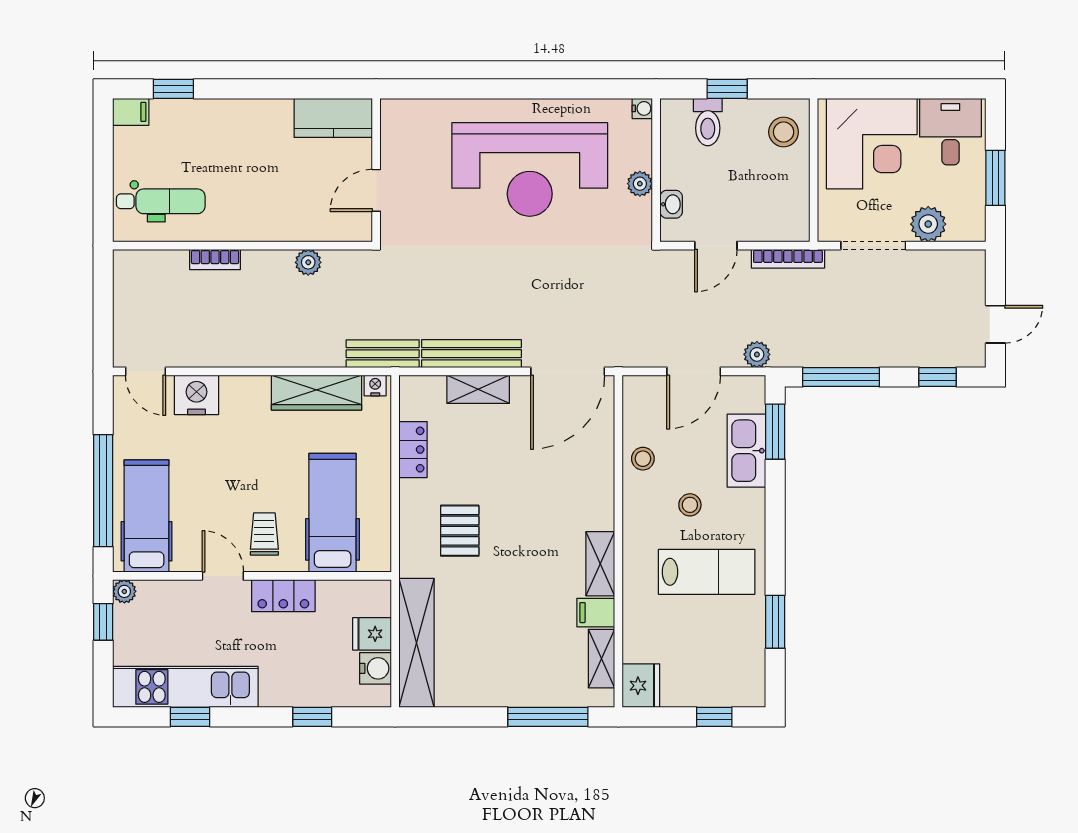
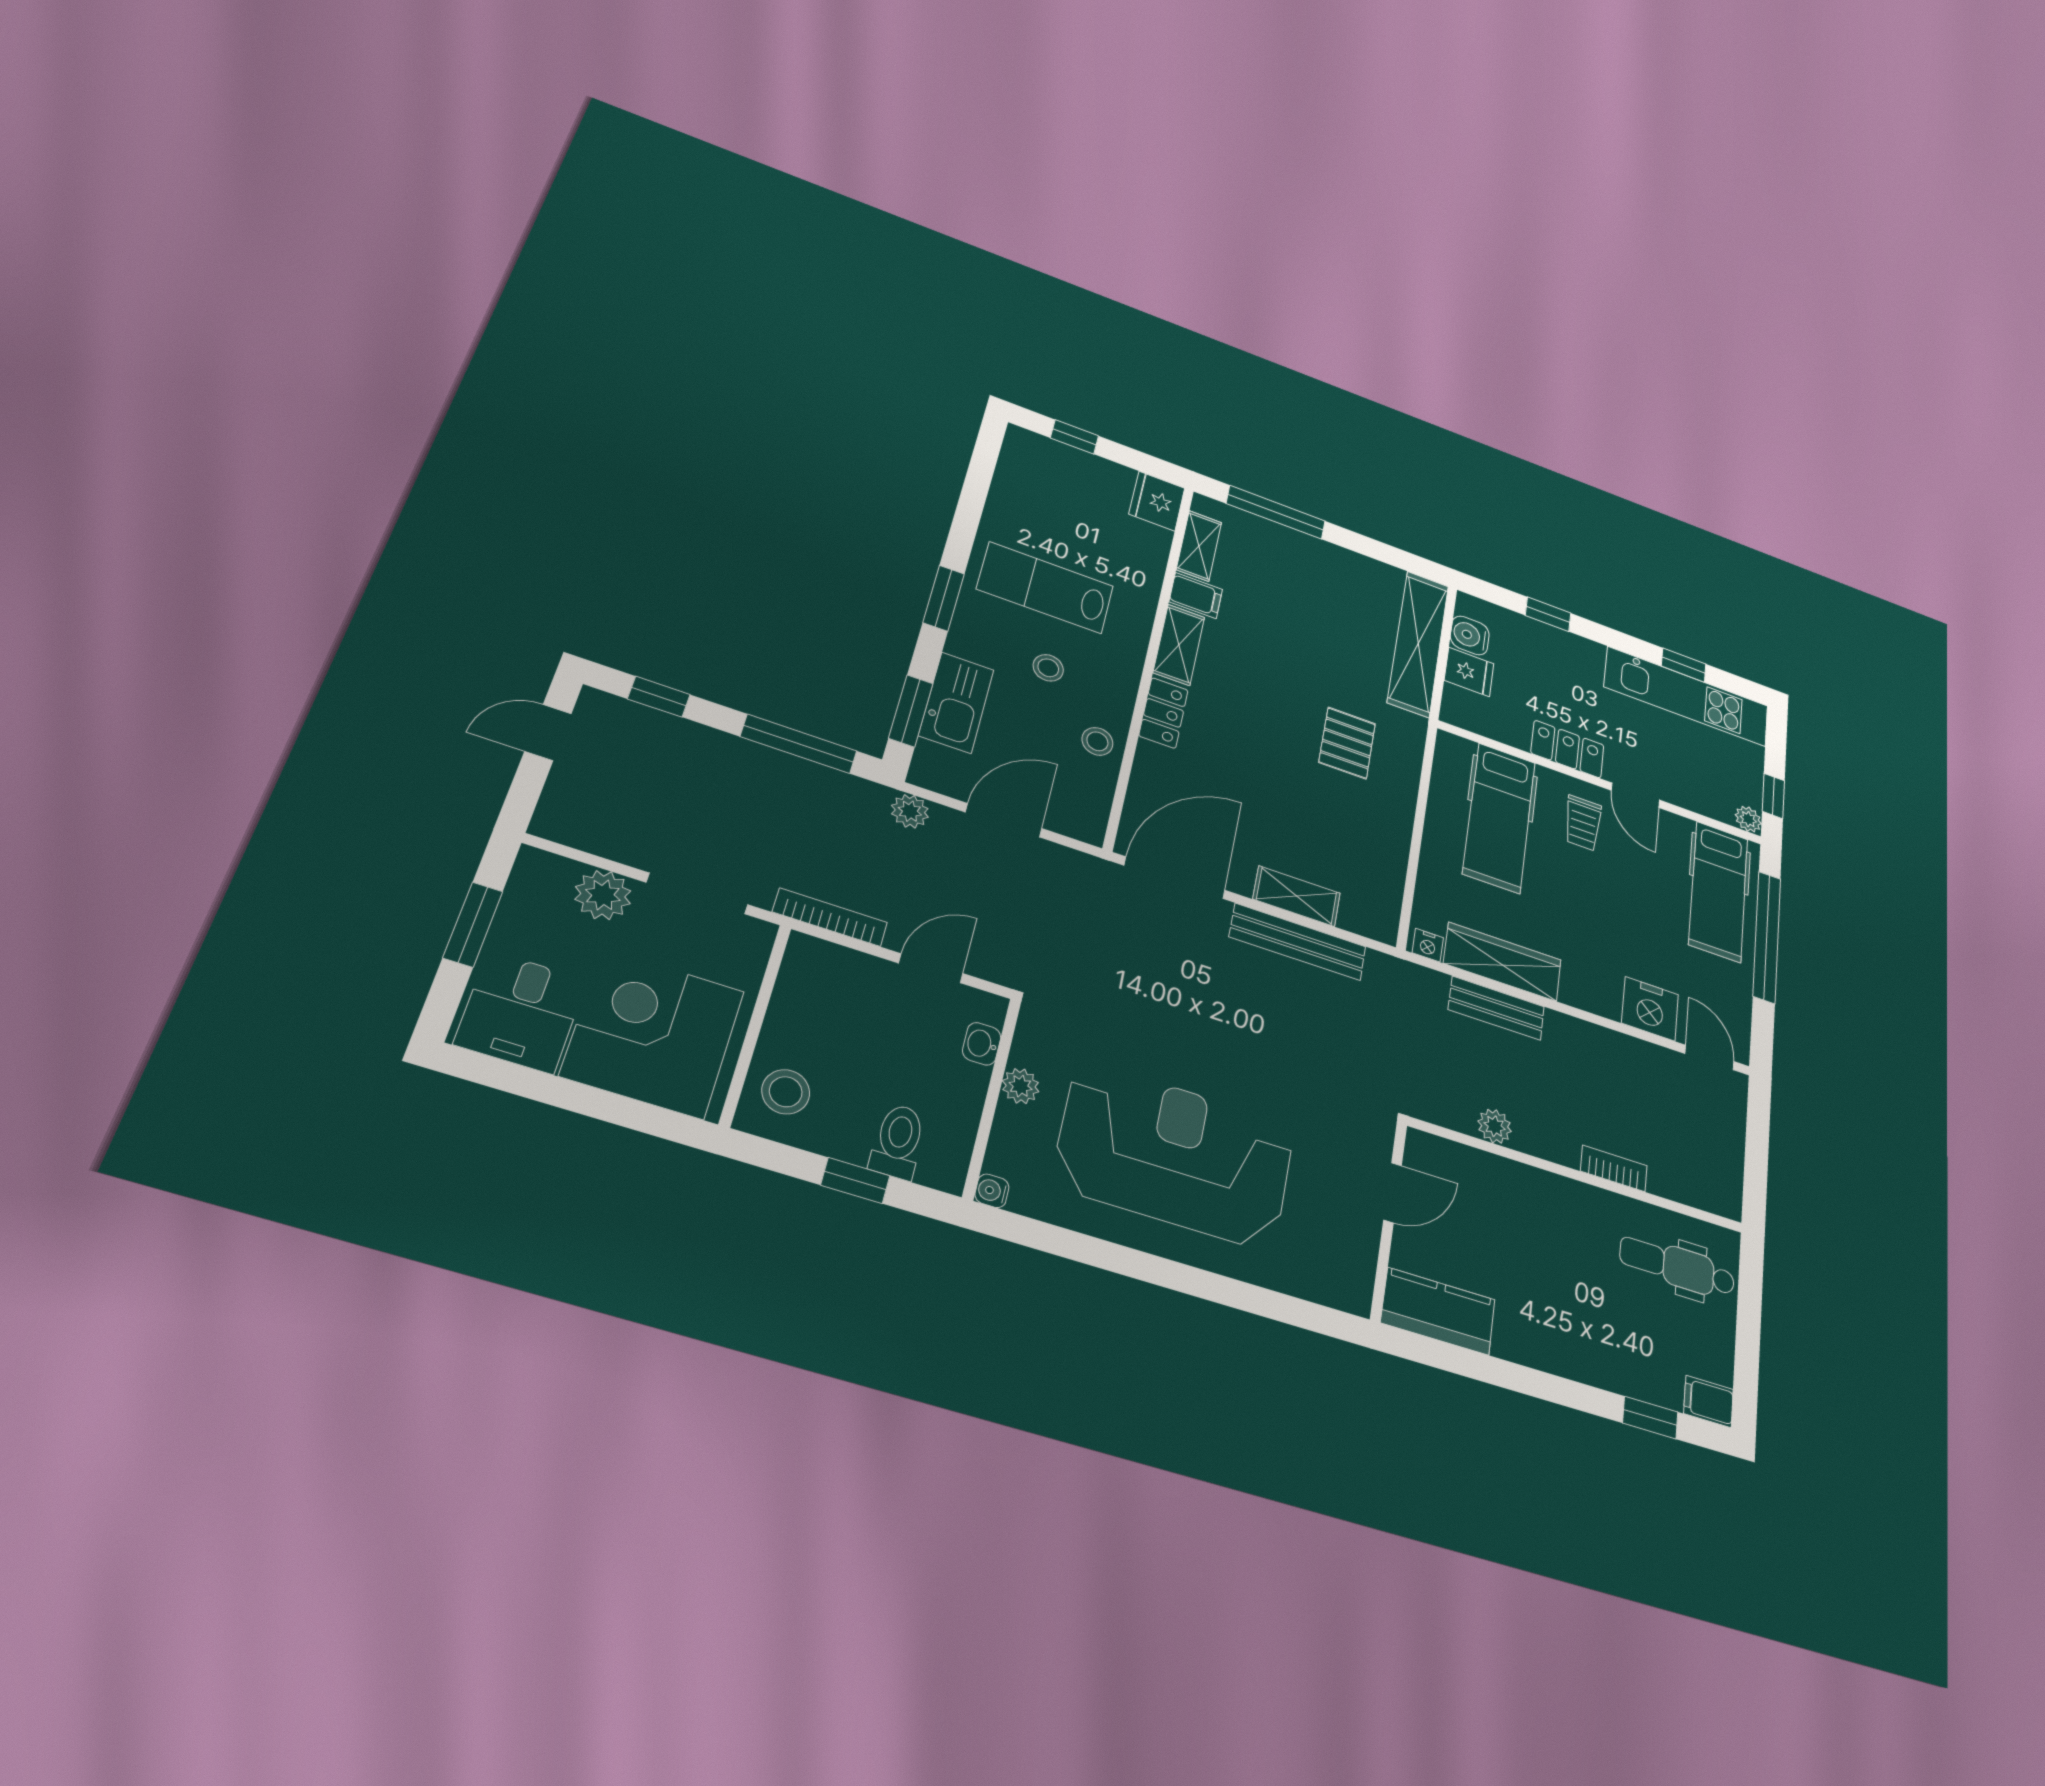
bench: (383, 354) -> (1496, 1008), moved
locker: (413, 450) -> (1164, 713), moved, turned 180
window: (775, 622) -> (944, 598), moved

